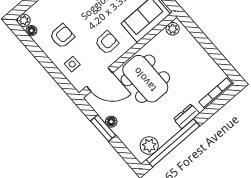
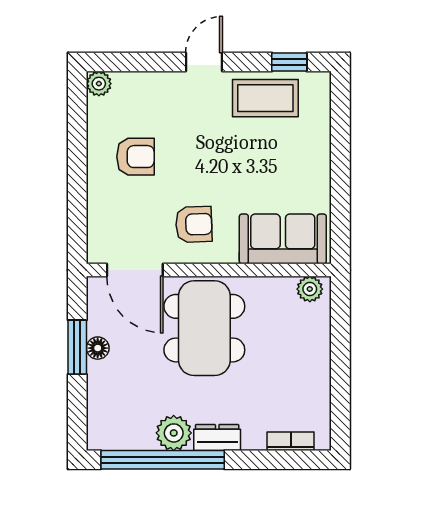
floor lamp: (31, 31) -> (97, 109), removed
side table: (72, 64) -> (114, 212), removed
bookcase: (216, 93) -> (291, 441), width x0.64
plant: (149, 146) -> (174, 433), moved

